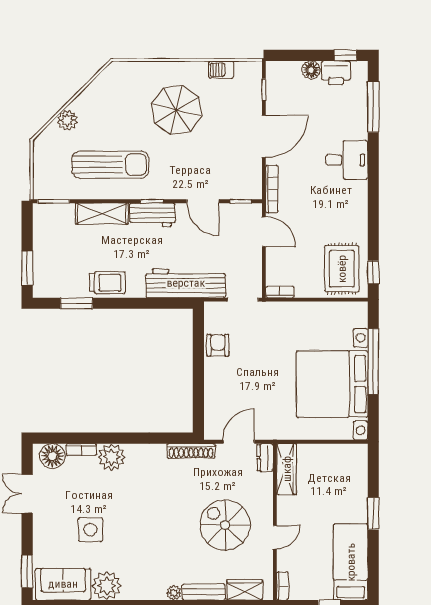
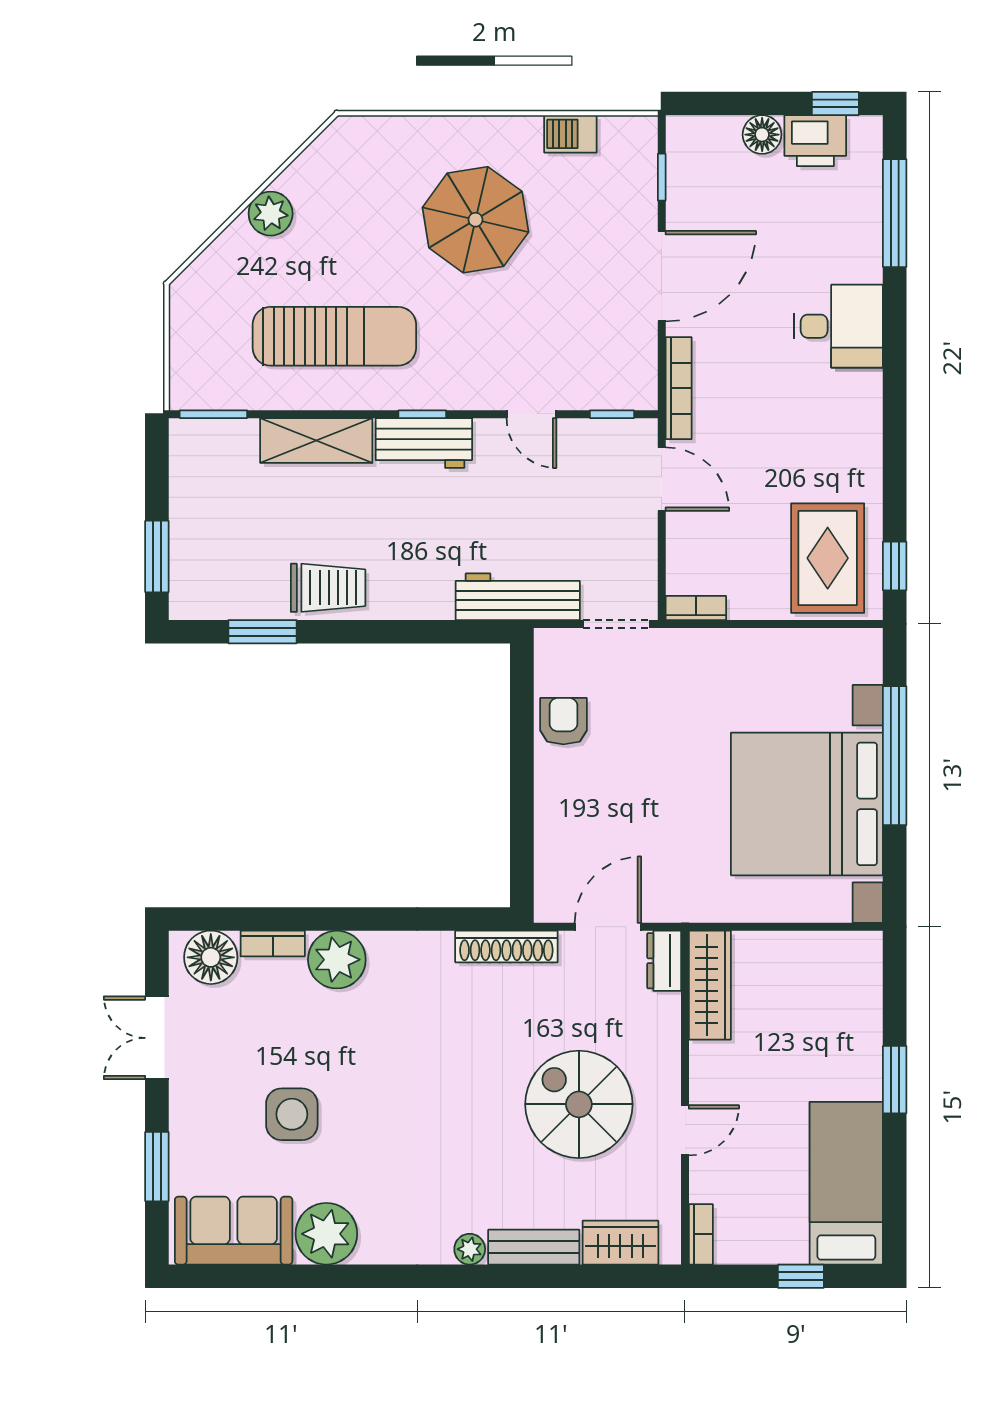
plant: (67, 120) -> (271, 214), moved
door: (203, 201) -> (531, 414), width x0.73
workbench: (186, 283) -> (518, 597), width x0.73, depth x0.76
window: (27, 572) -> (157, 1167), moved

